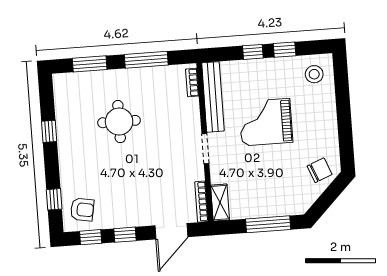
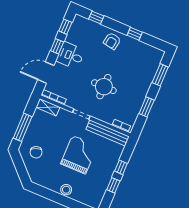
window: (146, 60) -> (147, 107), width x0.69
stool: (314, 74) -> (66, 190), moved
round table: (119, 122) -> (104, 87), moved
chair: (320, 170) -> (36, 152), moved
desk: (128, 208) -> (70, 56), added
armchair: (82, 210) -> (112, 41), moved
door: (171, 231) -> (46, 73), hinge flipped

